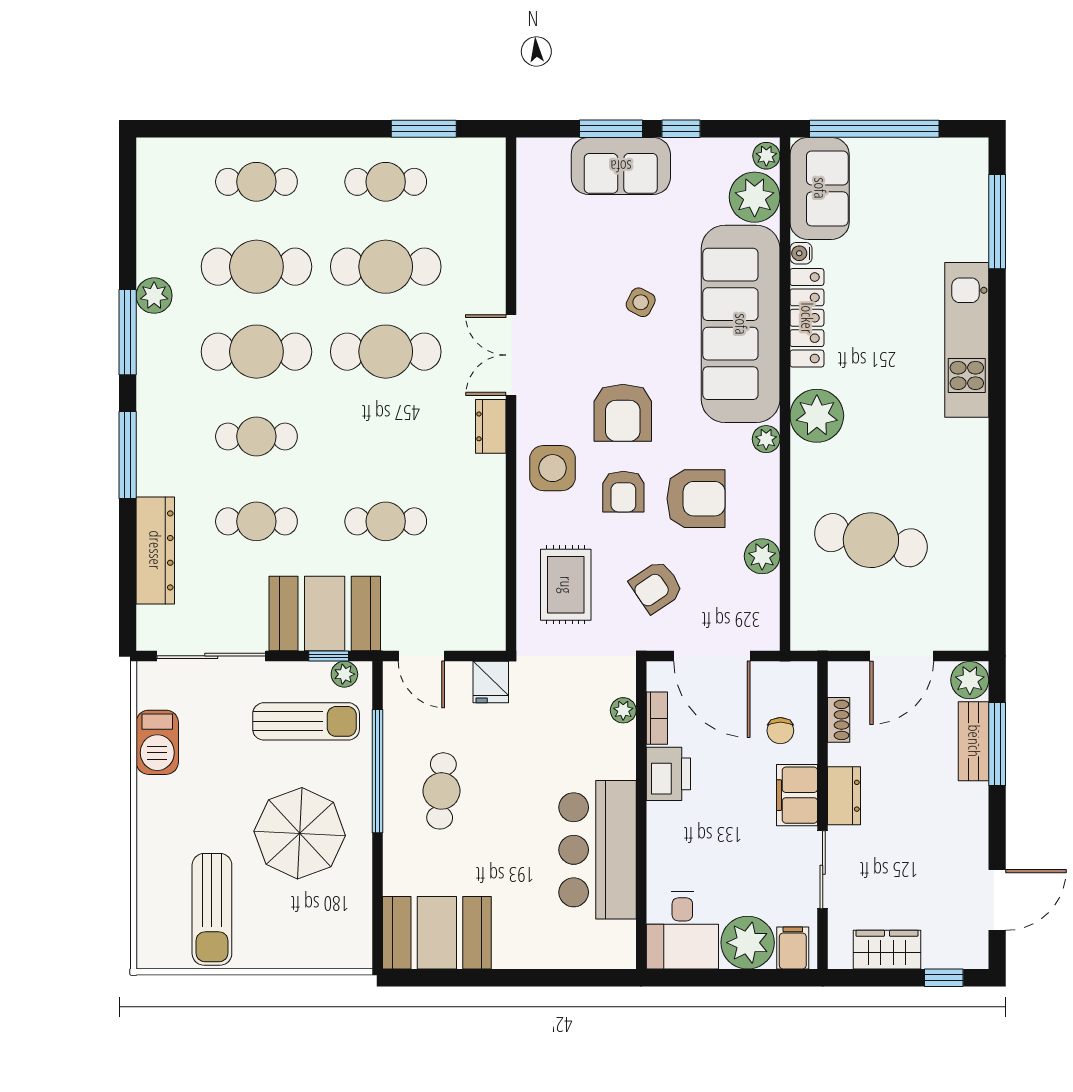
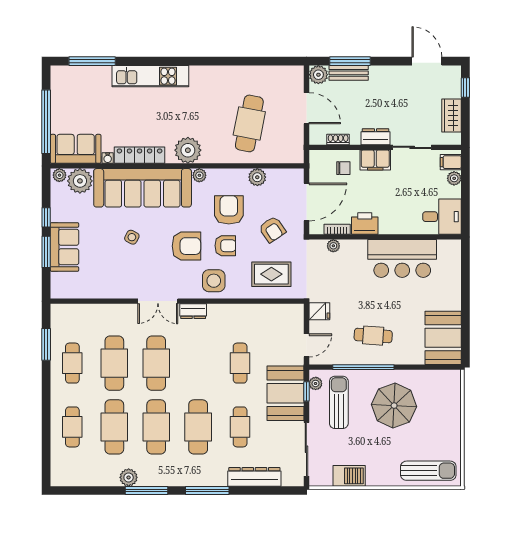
cafe table: (256, 436) -> (198, 427), width x1.37, depth x1.35
sun lounger: (212, 909) -> (428, 471), moved
plant: (748, 943) -> (454, 178), width x0.53, depth x0.53

